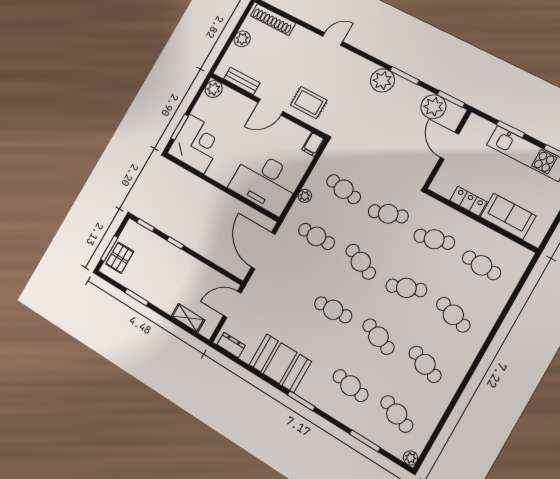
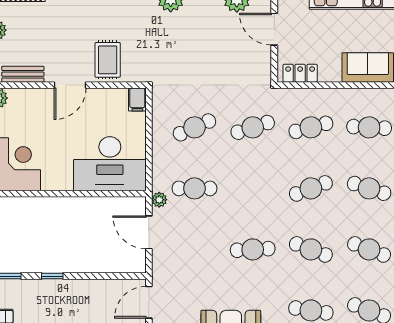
rug: (309, 103) -> (108, 60), turned 90
cafe table: (344, 189) -> (194, 127), turned -33
plant: (305, 196) -> (159, 200), moved
locker: (468, 201) -> (300, 73), moved
door: (263, 251) -> (149, 232), width x0.73
cafe table: (361, 262) -> (253, 188), removed

